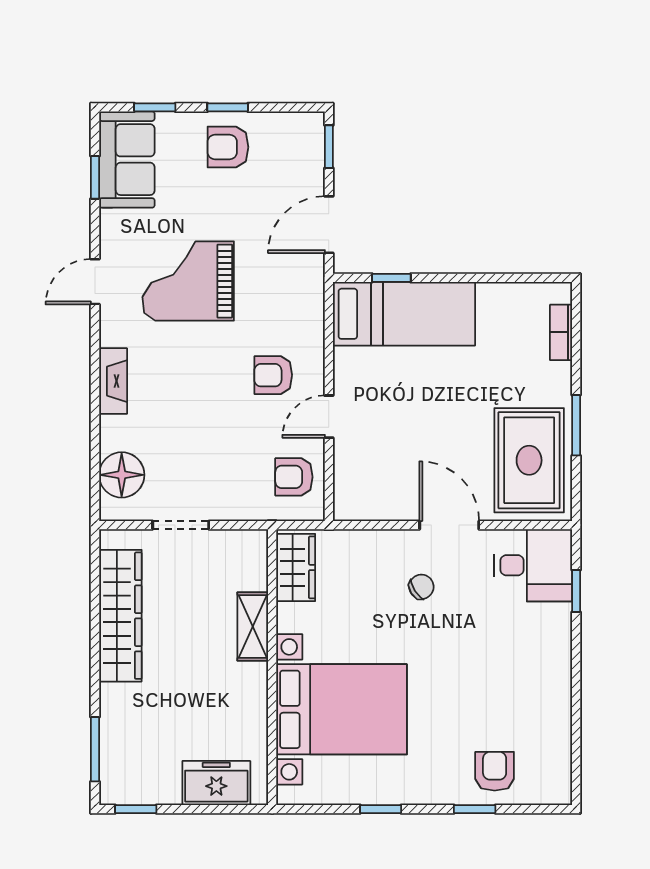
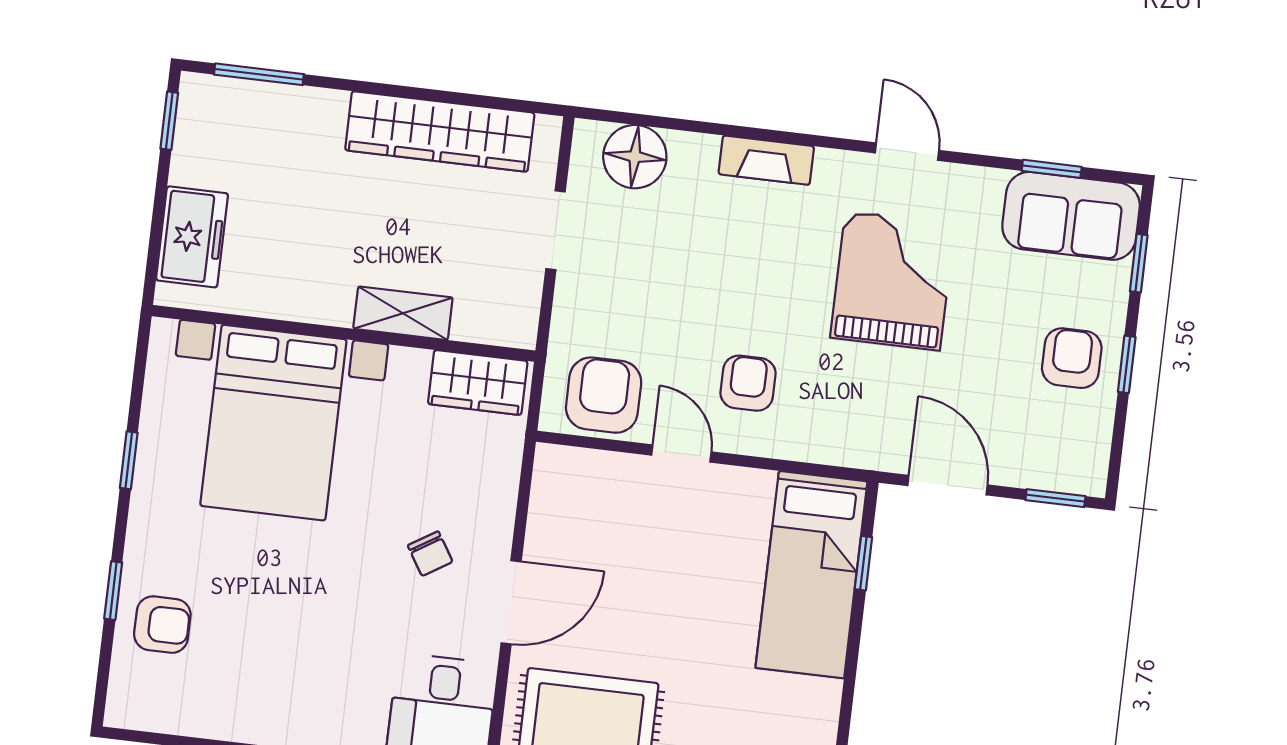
armchair: (294, 477) -> (604, 395), width x1.38, depth x1.38

